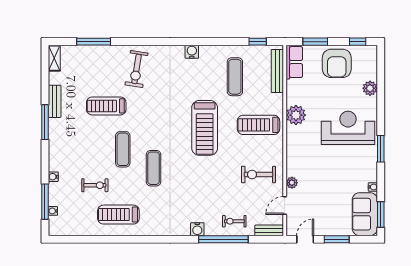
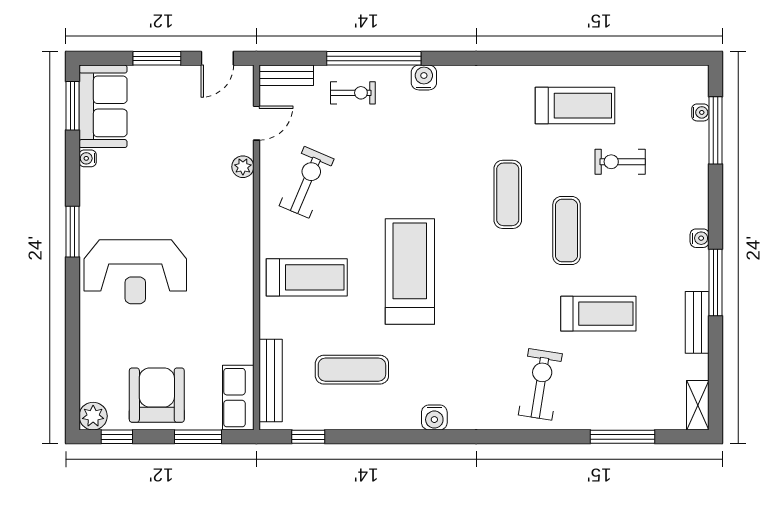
exercise mat: (235, 77) -> (352, 370), turned 90
plant: (370, 88) -> (93, 416), moved
plant: (296, 115) -> (235, 296), removed
exercise bike: (258, 174) -> (307, 182), turned -67
water cooler: (53, 177) -> (700, 238), moved

